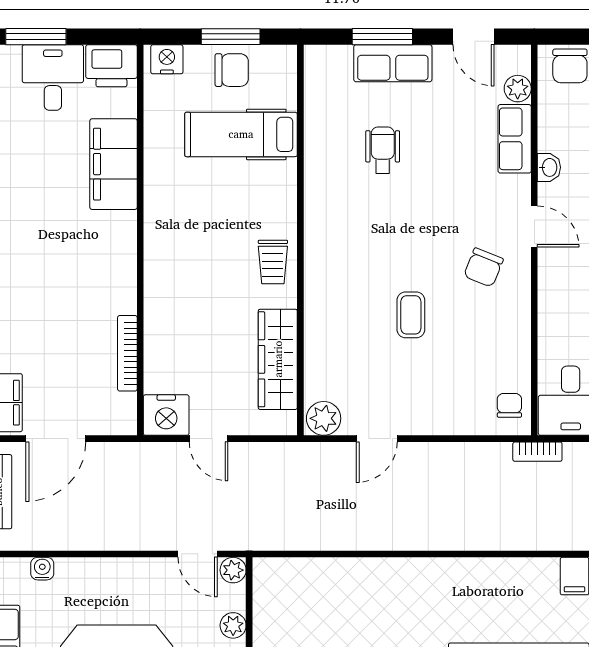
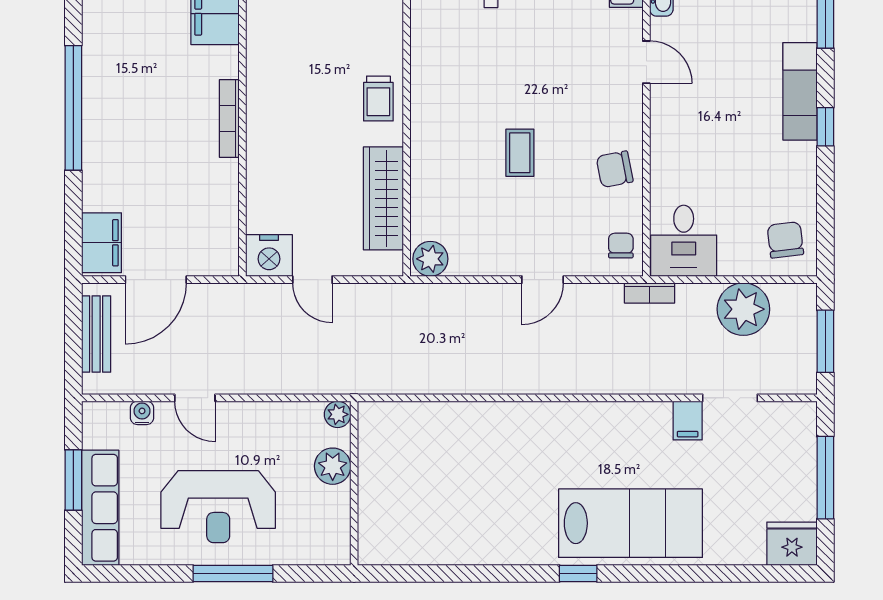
chair: (483, 267) -> (615, 169), moved, turned 57
bookcase: (127, 353) -> (229, 119), moved
door: (377, 439) -> (543, 280), moved
door: (198, 554) -> (195, 398), moved
plant: (233, 625) -> (333, 466), width x1.38, depth x1.38

